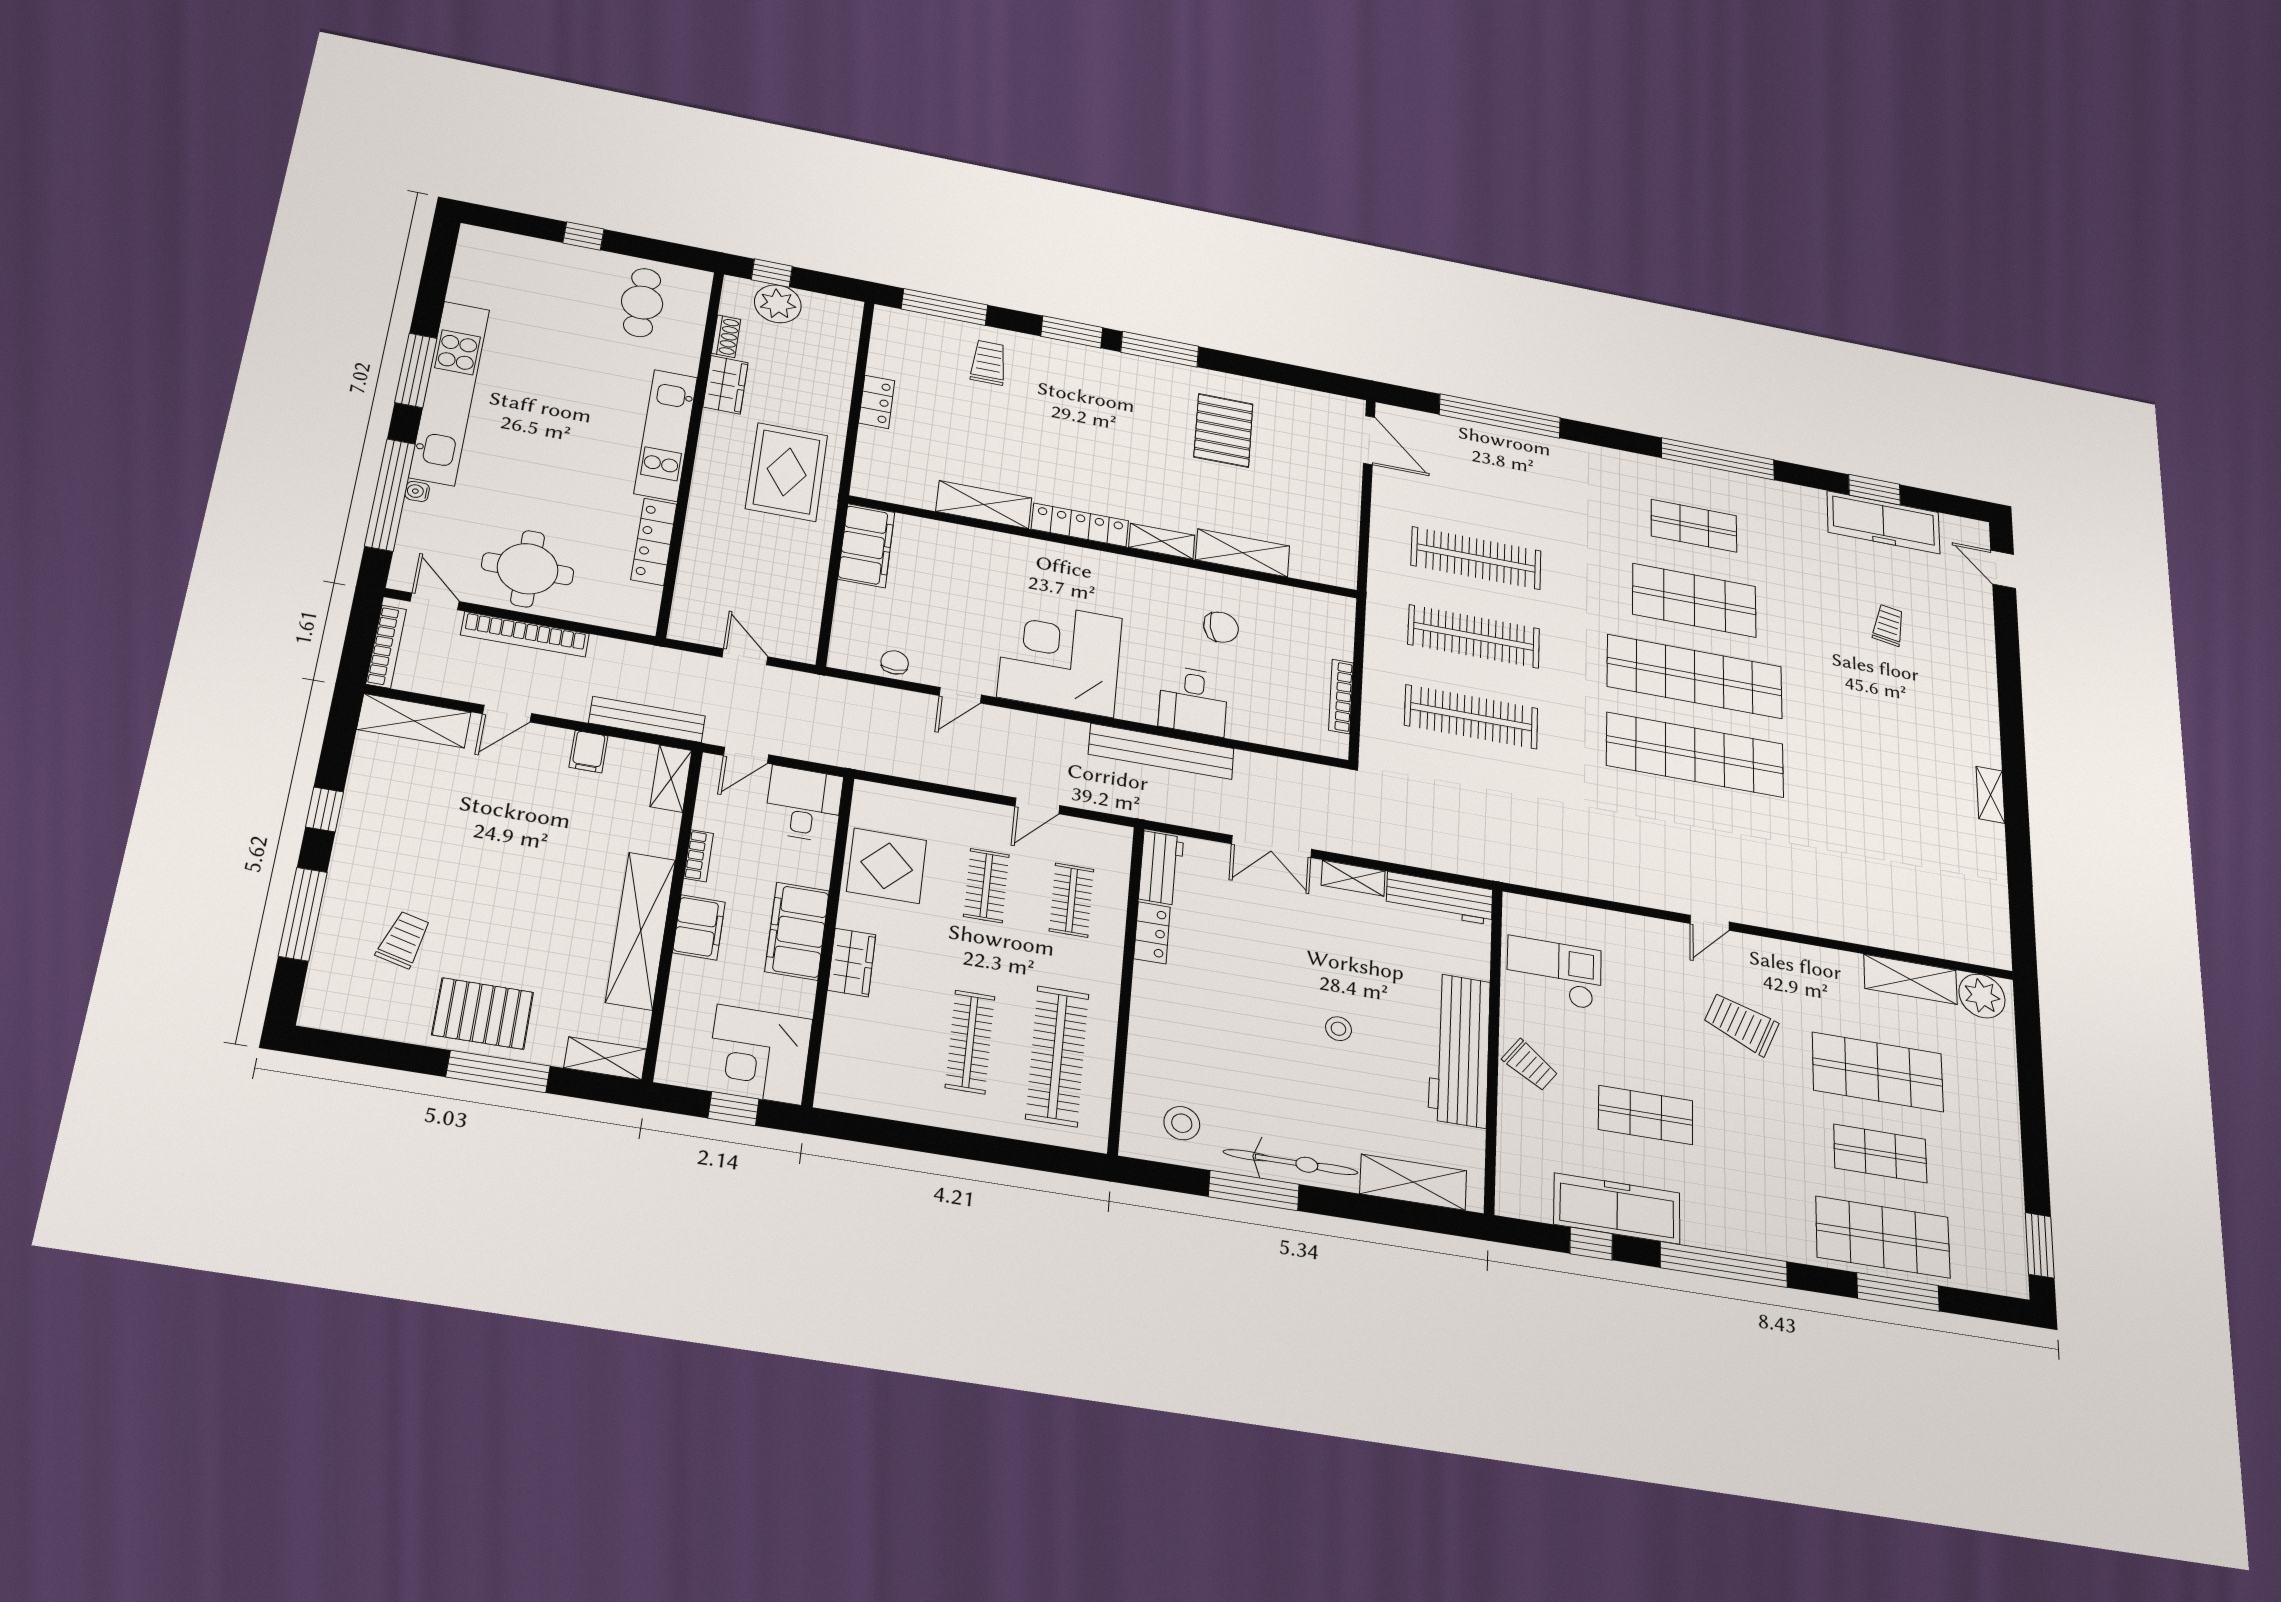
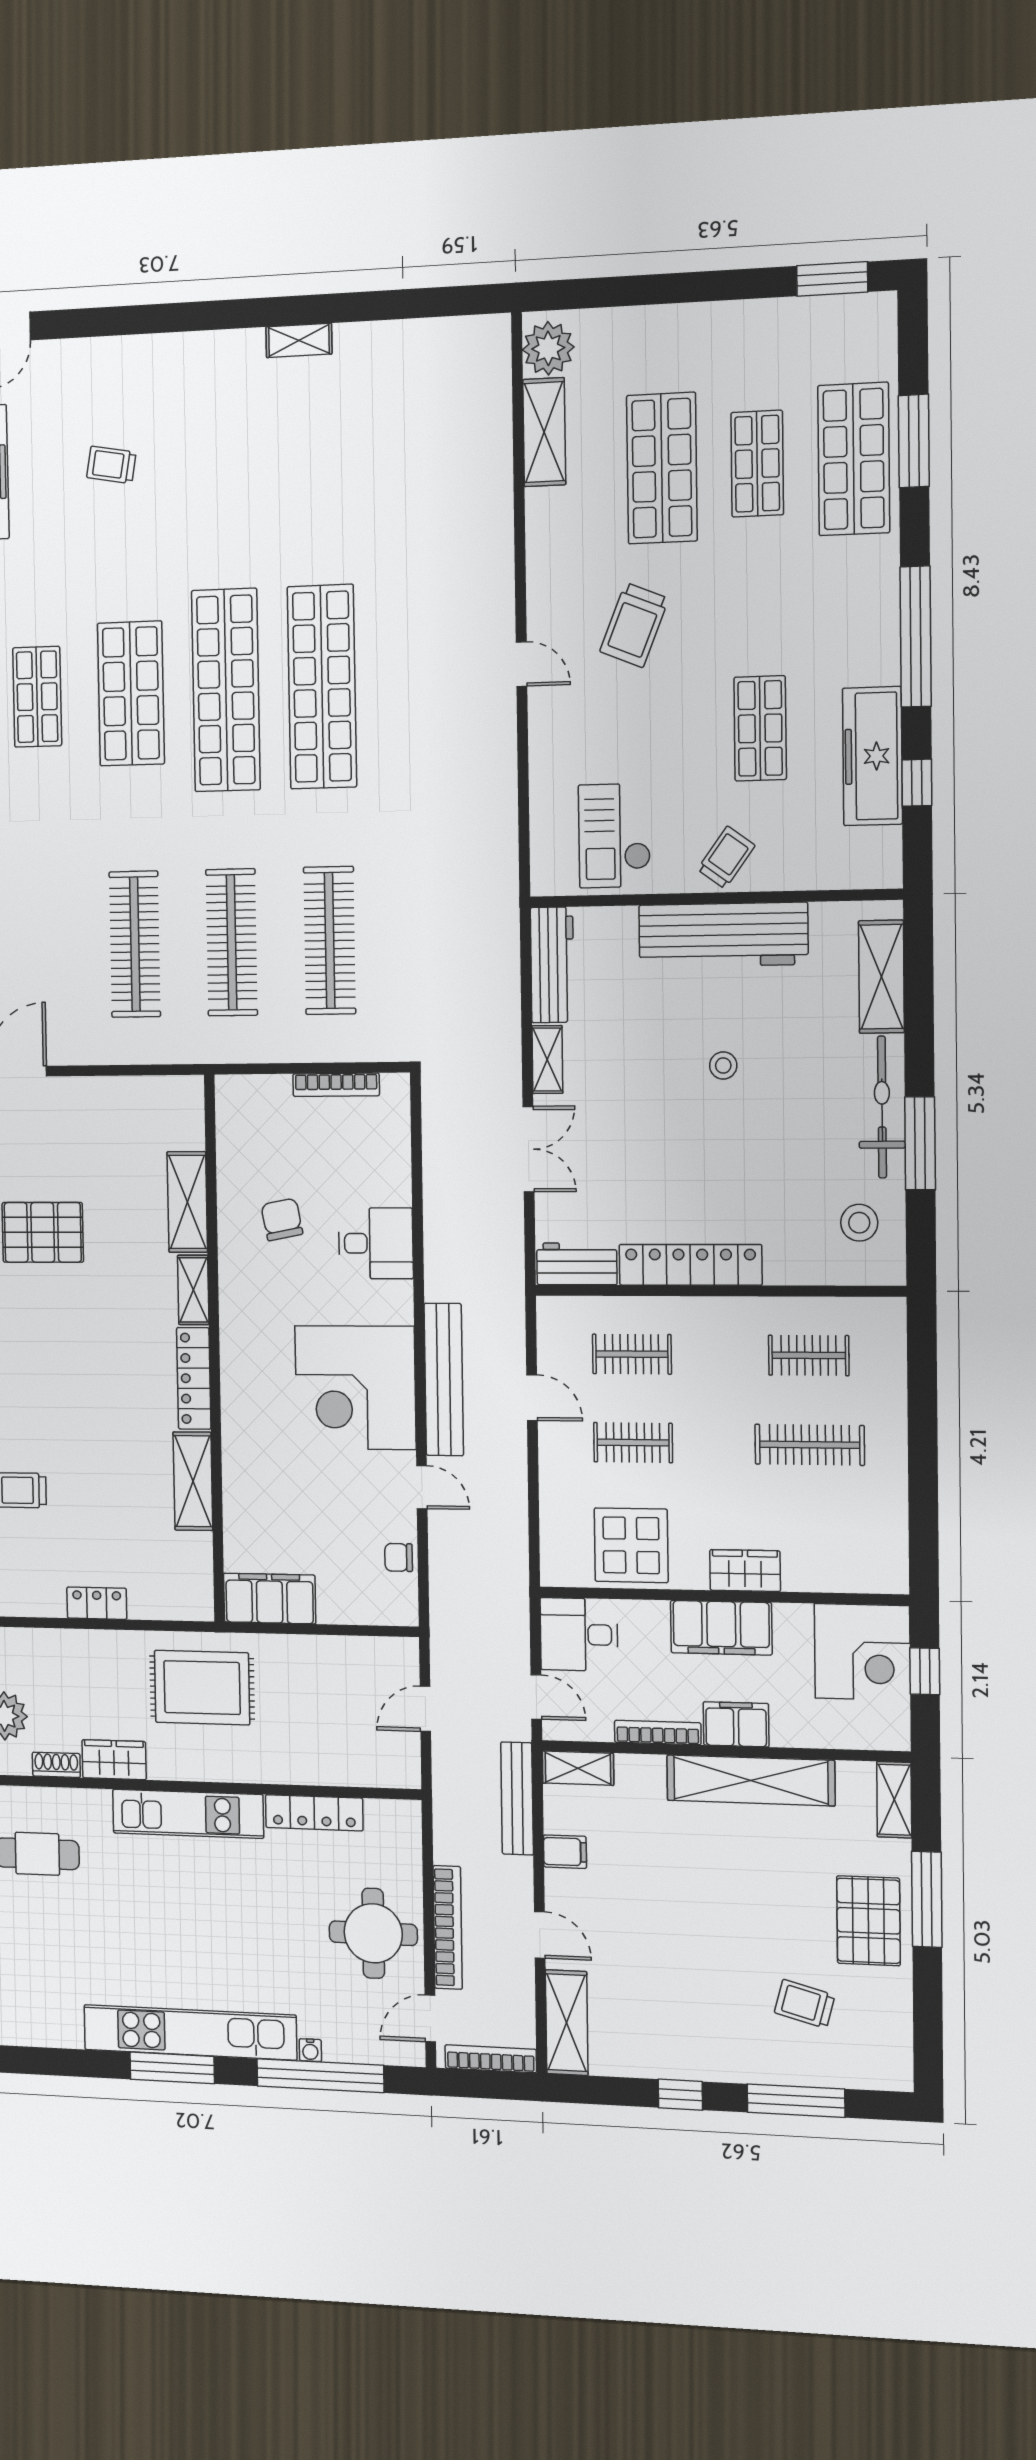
bench: (1161, 751) -> (444, 1380), moved
bookcase: (699, 856) -> (658, 1733), width x1.56
locker: (1152, 933) -> (690, 1265), width x2.16, depth x1.21
clothes rail: (1057, 1056) -> (809, 1355), width x0.54, depth x0.76

